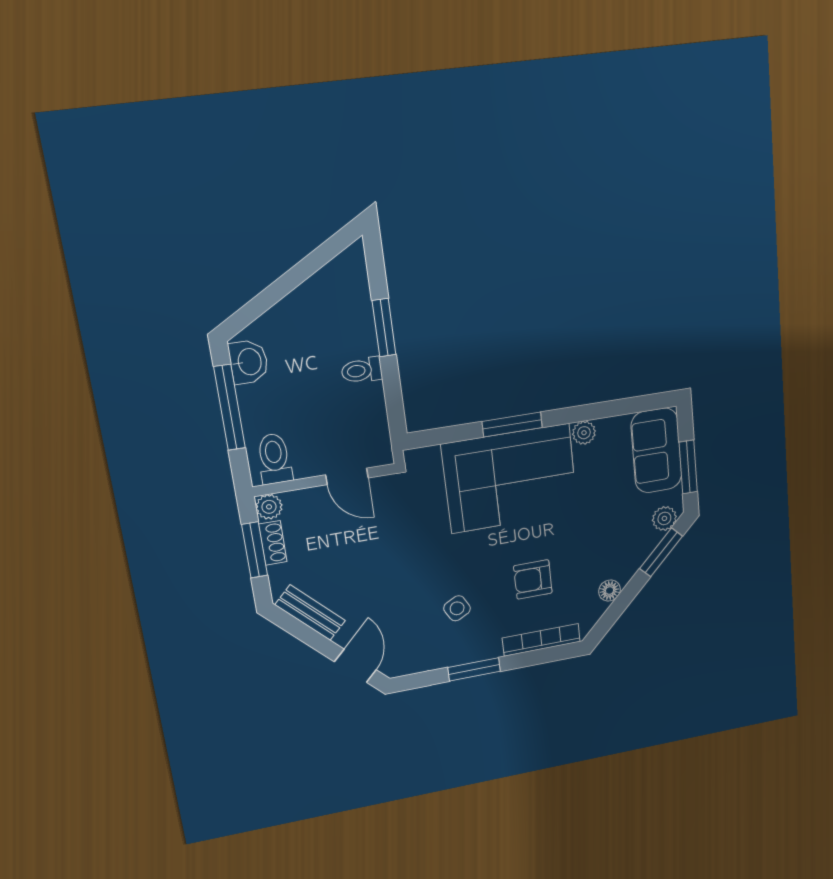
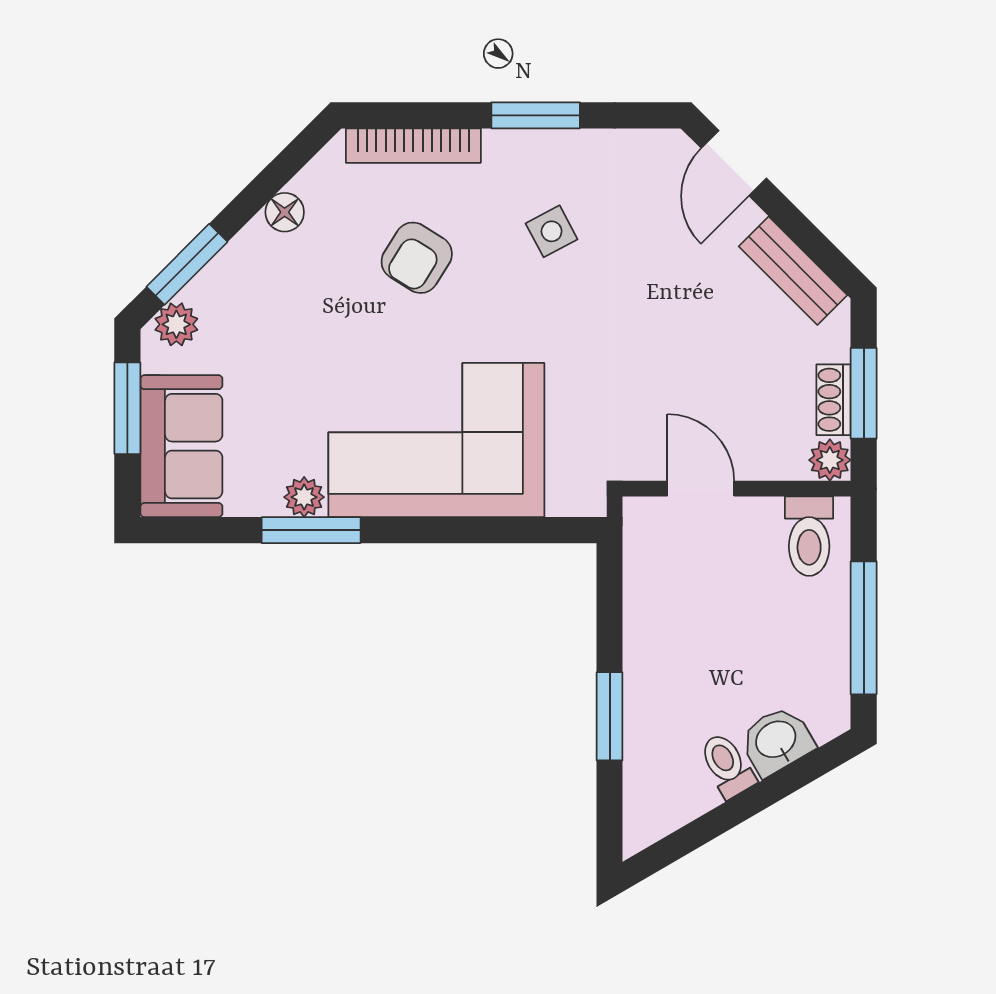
washbasin: (249, 362) -> (777, 741), moved, turned 60
toilet: (362, 370) -> (727, 765), moved, turned -120
window: (512, 425) -> (311, 530), moved
armchair: (533, 579) -> (417, 258), turned 122

